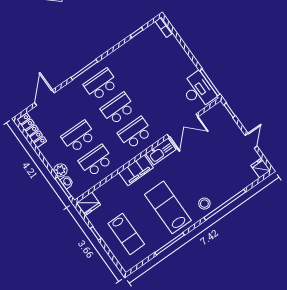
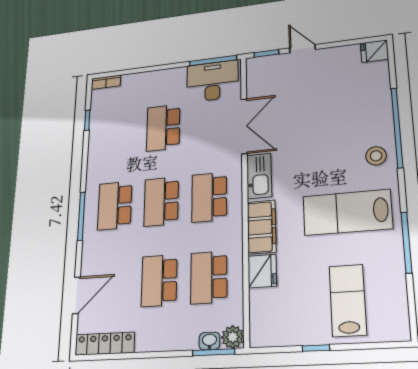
school desk: (157, 81) -> (163, 128), added
door: (44, 98) -> (76, 295), swing flipped
door: (251, 141) -> (302, 49), moved
plant: (61, 170) -> (233, 337), moved
fridge: (89, 204) -> (262, 271), moved
lab bench: (126, 234) -> (348, 300), turned -90

